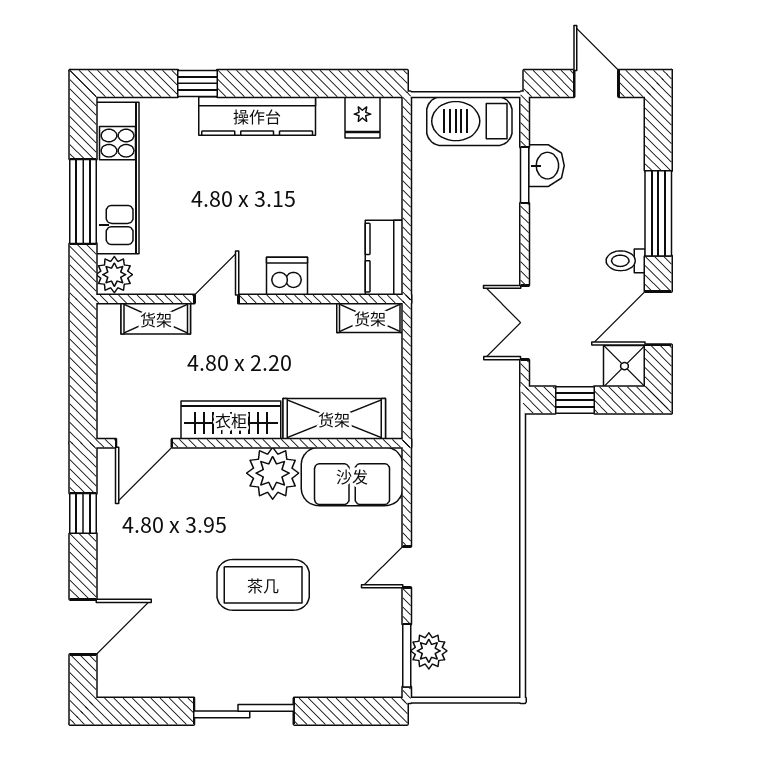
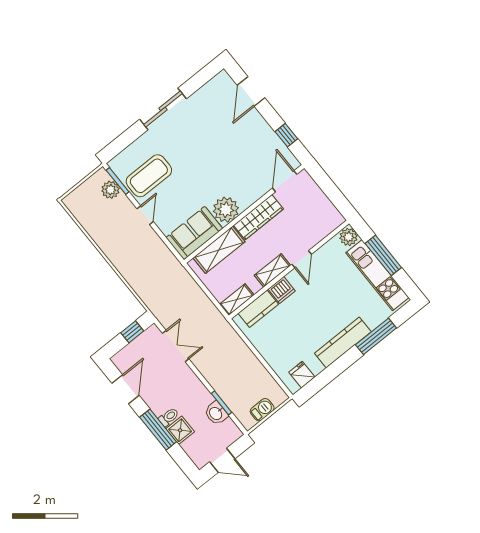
window: (197, 83) -> (376, 336), width x2.17
barbecue: (469, 121) -> (262, 410), width x0.53, depth x0.65
kitchen counter: (384, 258) -> (258, 309), moved, turned 90
toilet: (626, 261) -> (169, 417), moved
shelving: (156, 319) -> (272, 270), moved
shower: (624, 366) -> (180, 430), moved
coffee table: (263, 585) -> (149, 176), moved

